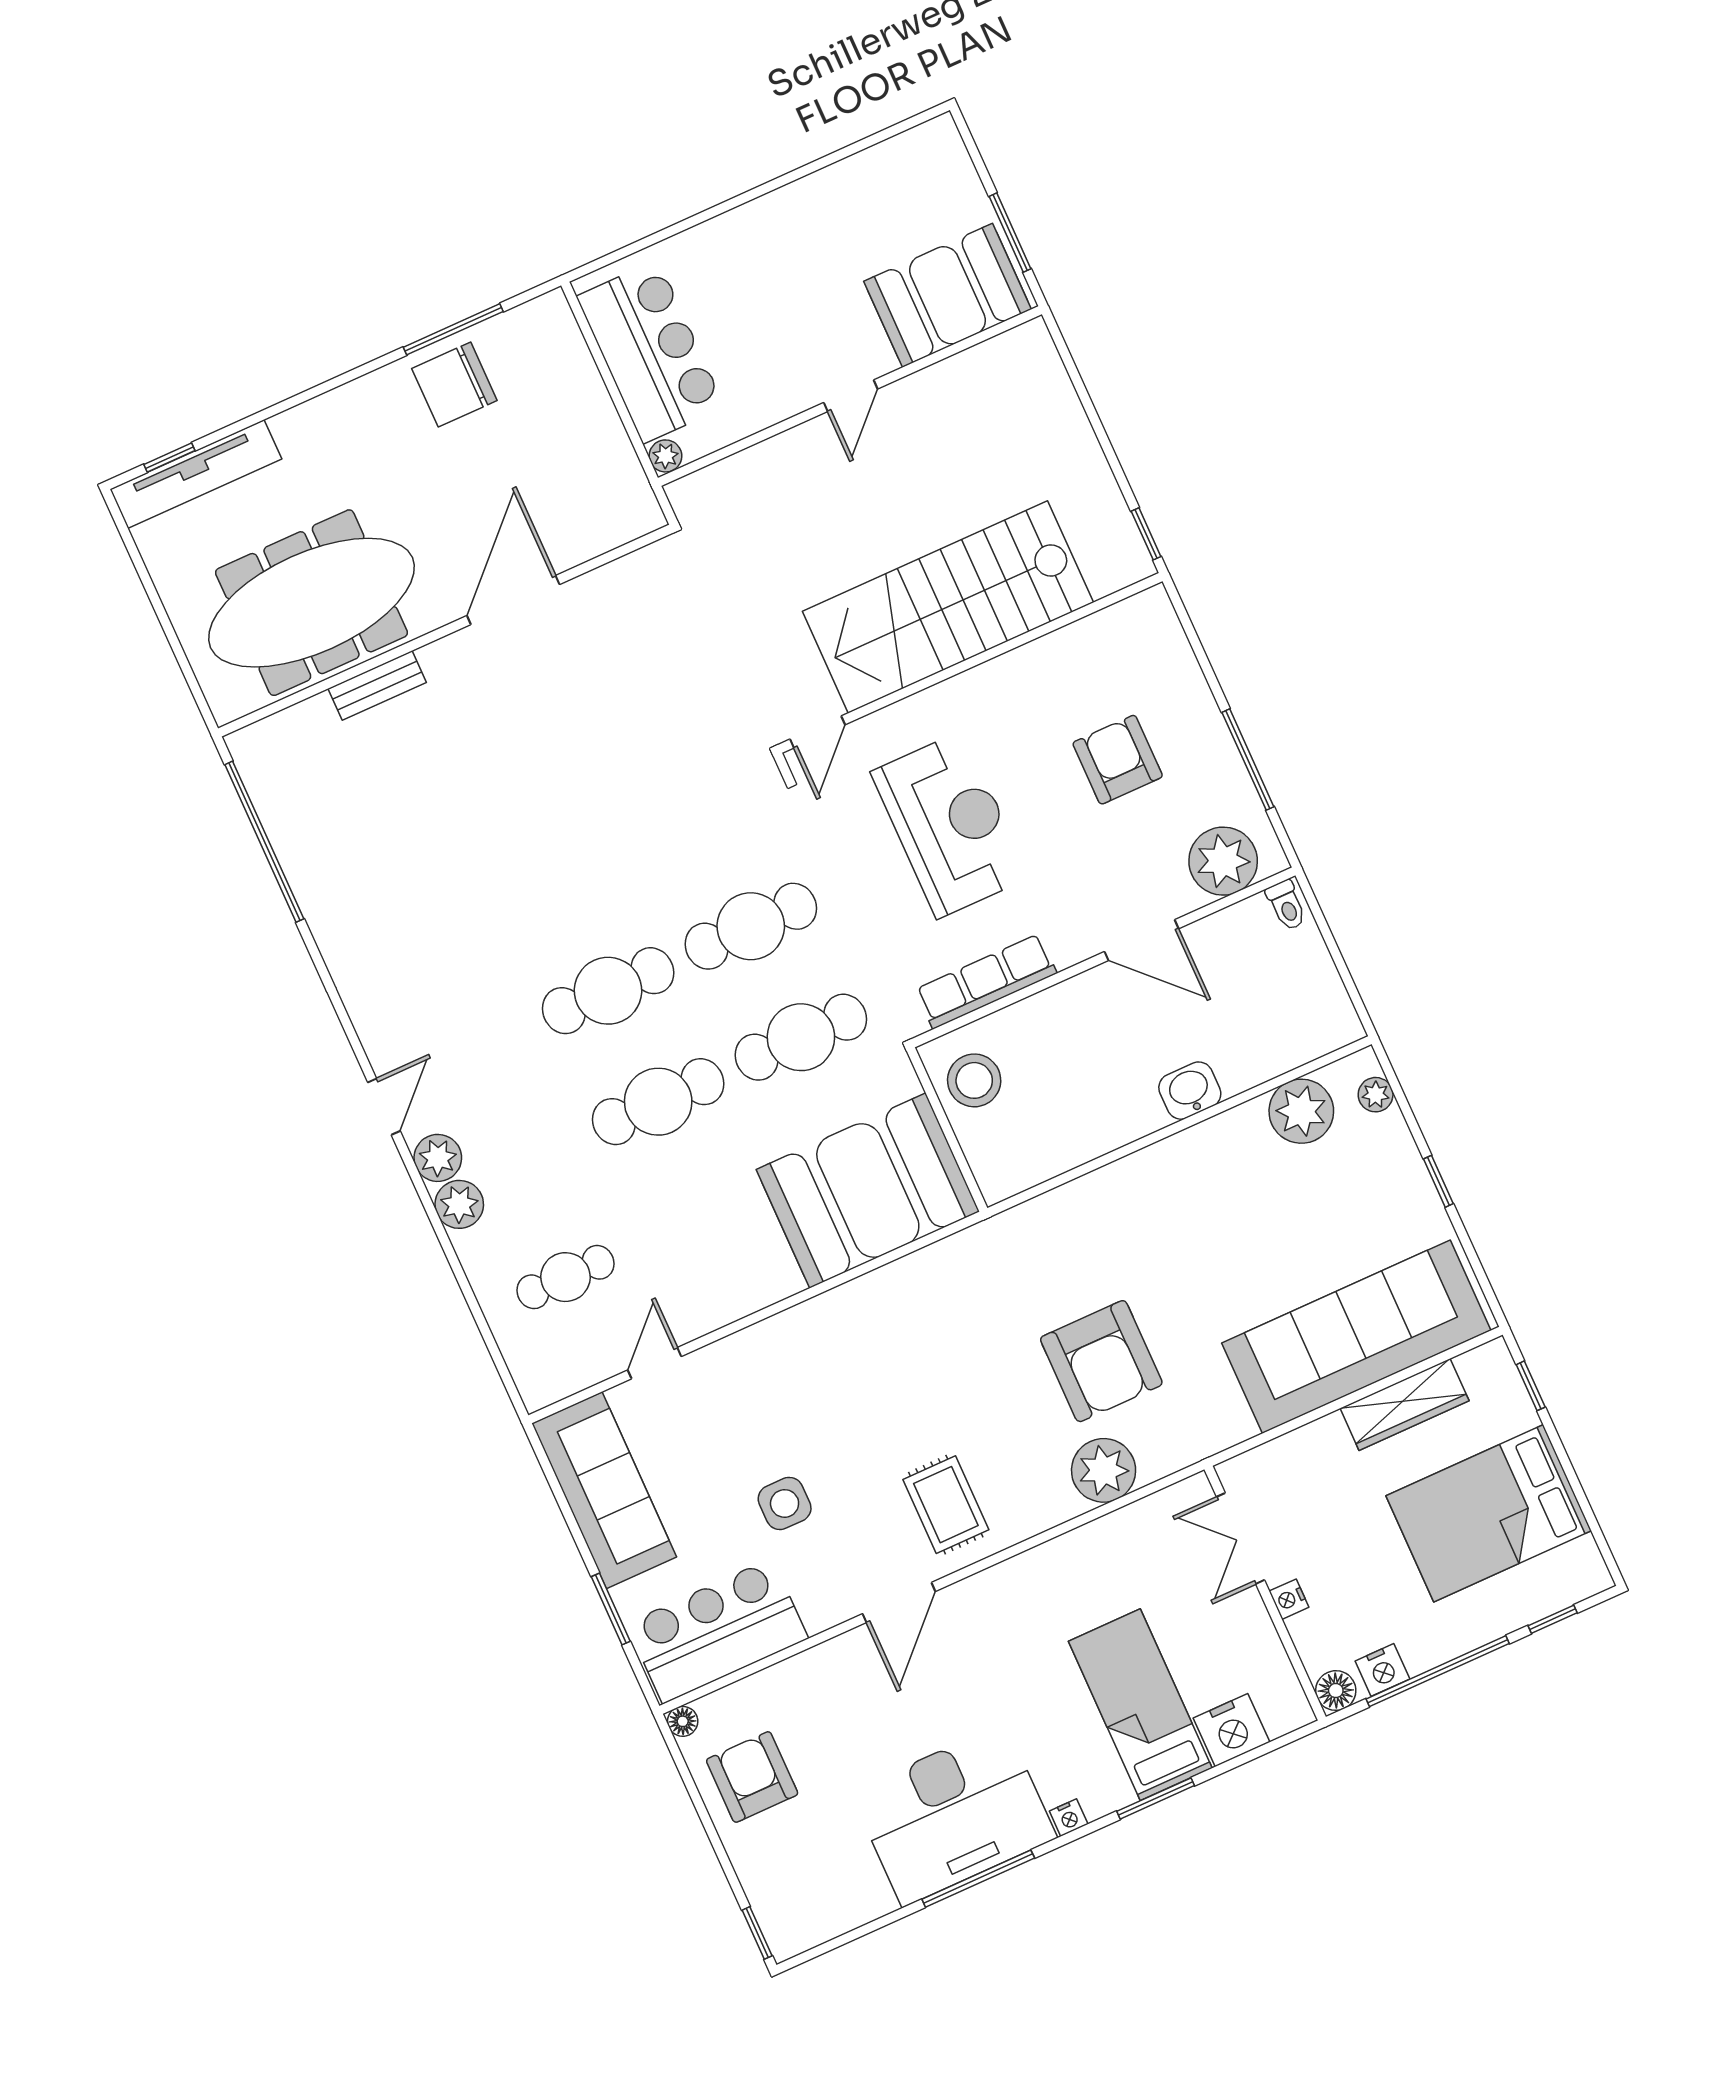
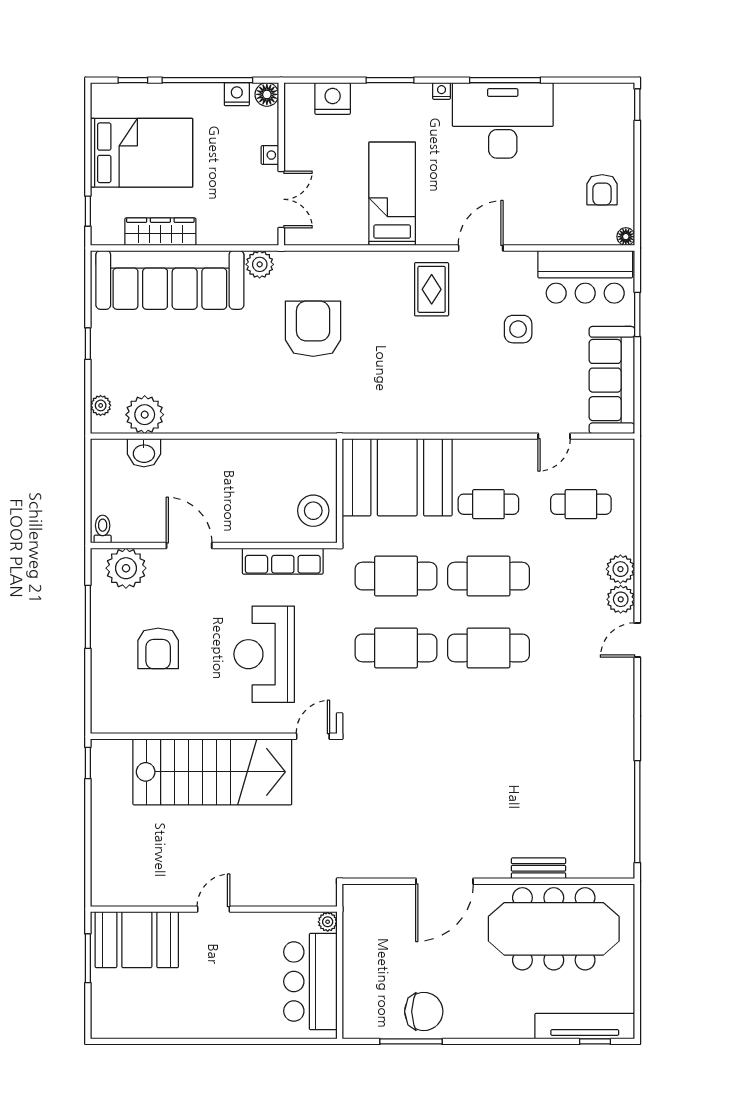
washbasin: (1190, 1091) -> (144, 453), moved
cafe table: (708, 1213) -> (488, 504), added
plant: (1104, 1470) -> (260, 264), moved, width x0.73, depth x0.73
bed: (1140, 1705) -> (392, 194), moved, turned 180
armchair: (752, 1777) -> (602, 190), width x0.72, depth x0.72

